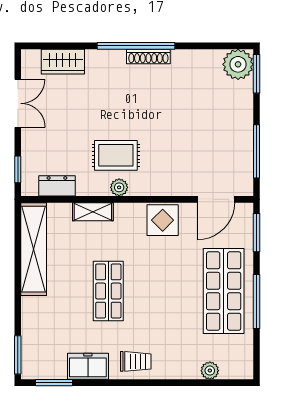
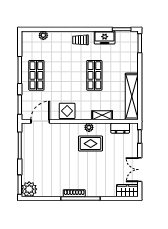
wardrobe: (63, 62) -> (127, 191), moved
shop shelf: (224, 291) -> (36, 75), width x0.70, depth x0.74

